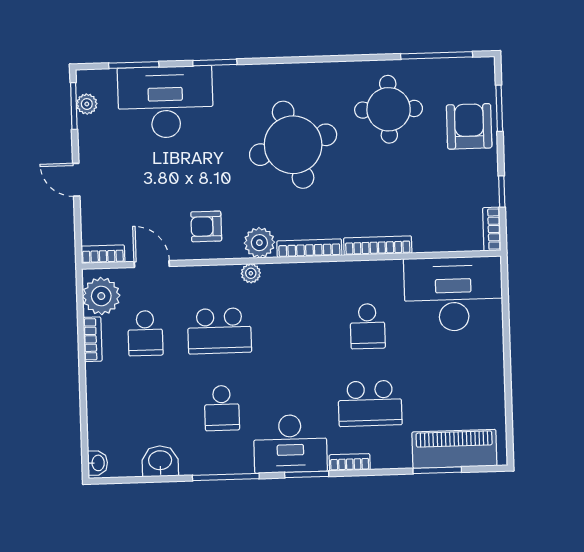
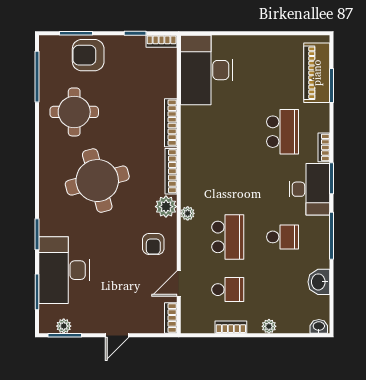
plant: (101, 296) -> (269, 326), moved, width x0.53, depth x0.53
school desk: (368, 326) -> (228, 132), removed

